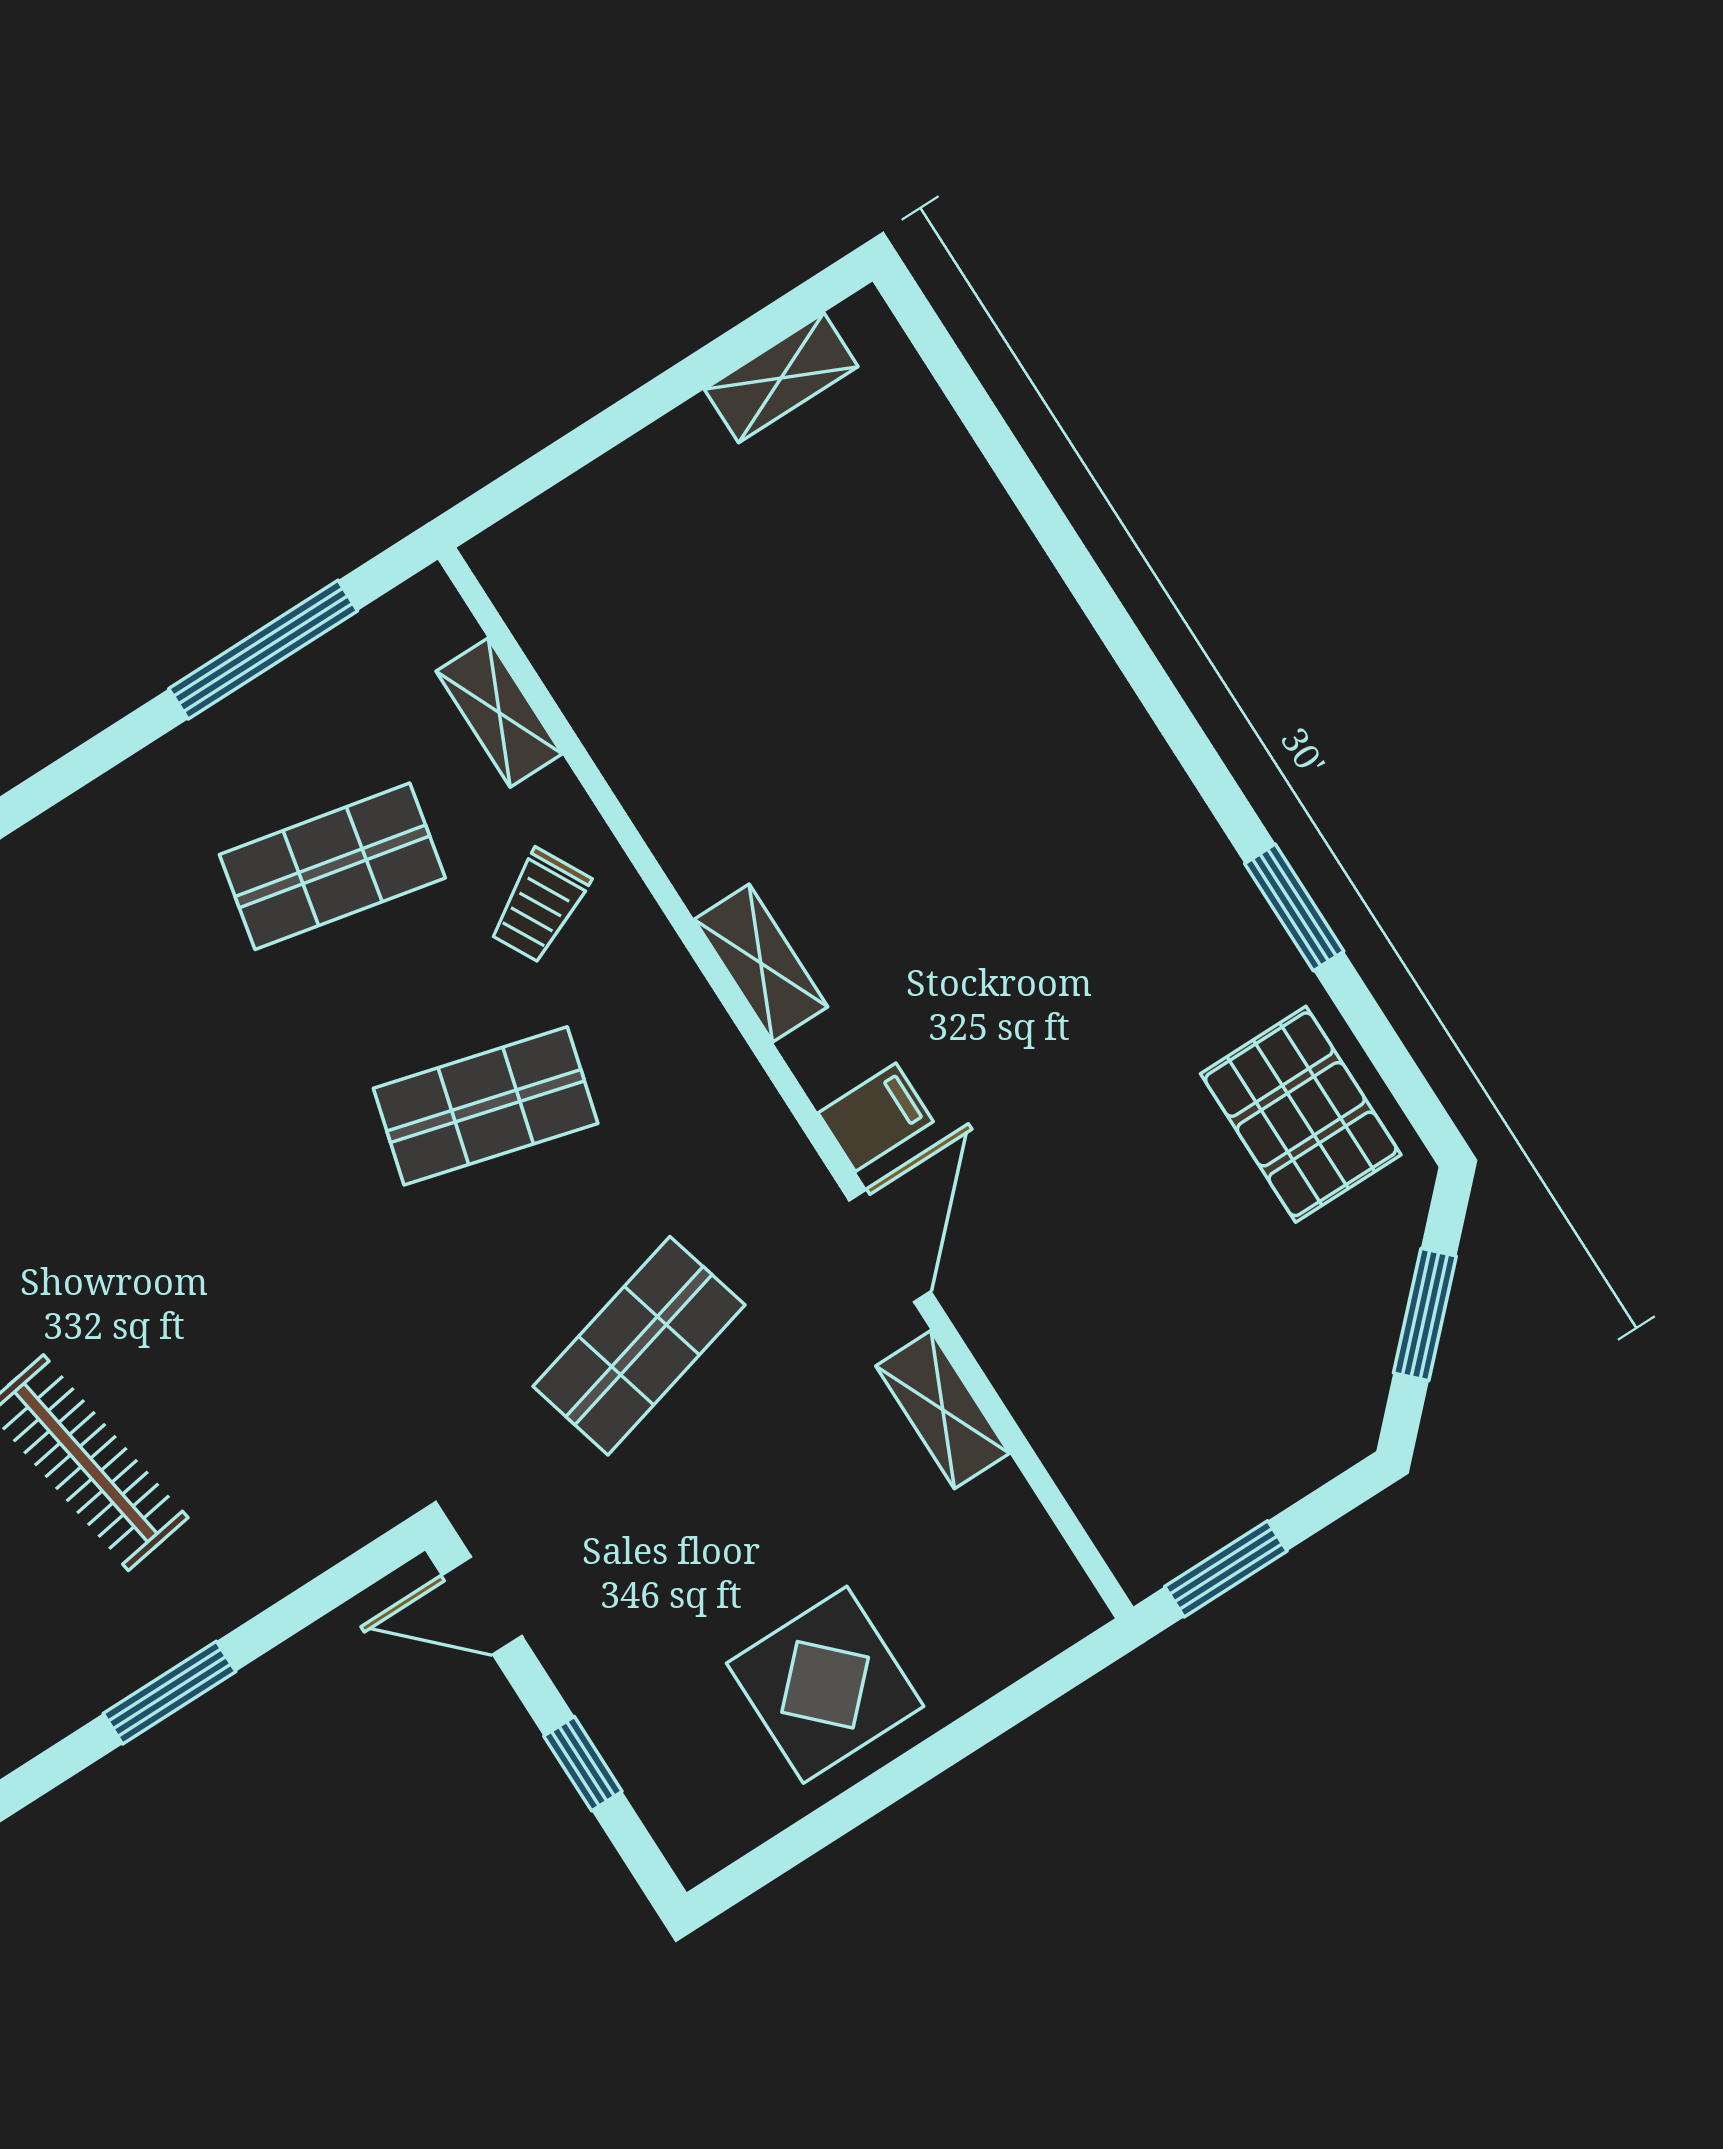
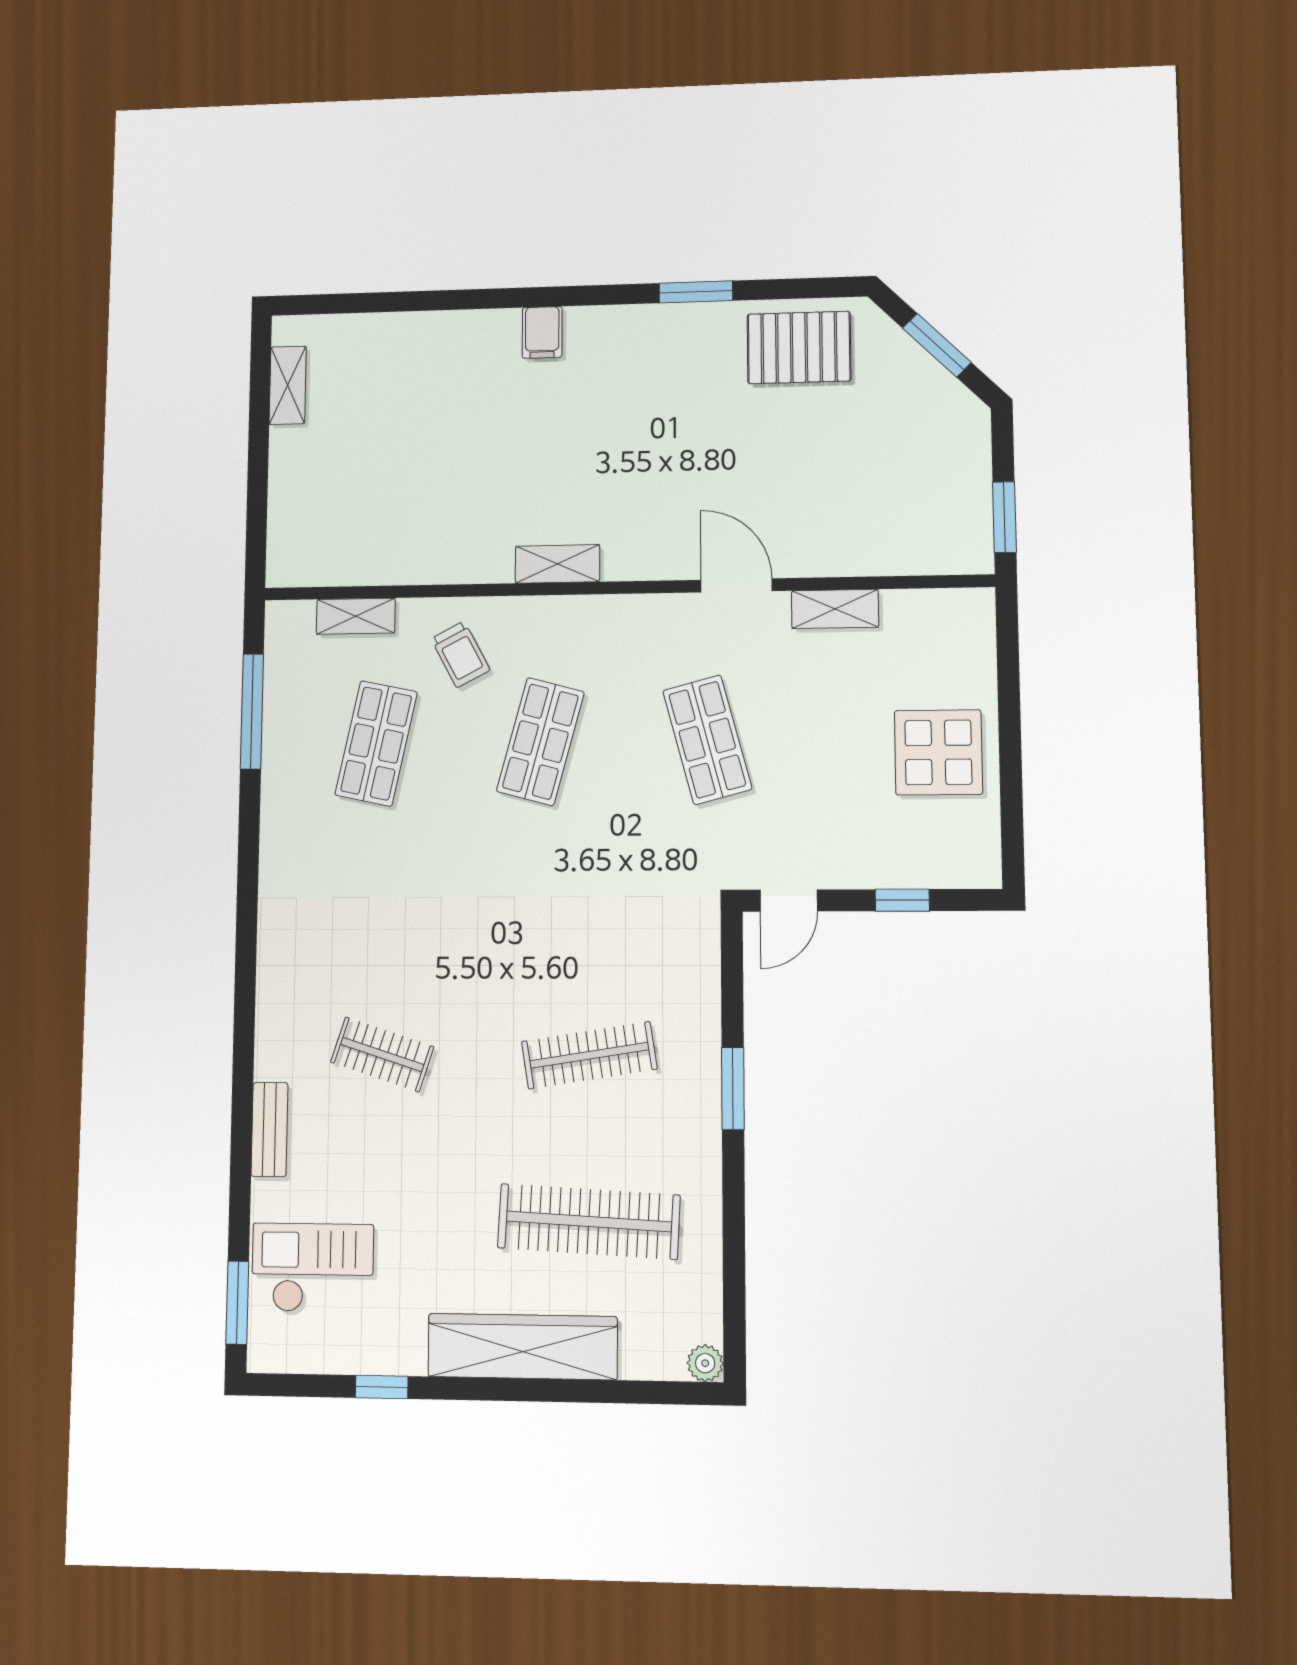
filing cabinet: (876, 1117) -> (542, 332), moved, turned 180

